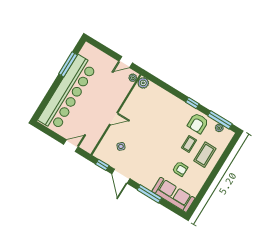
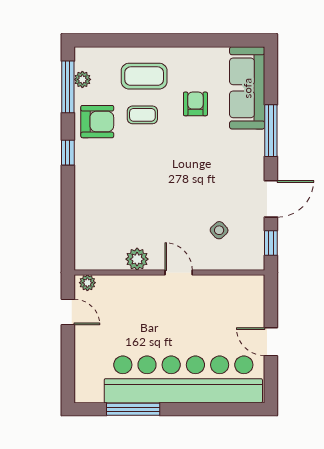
plant: (143, 83) -> (137, 259), moved
door: (71, 146) -> (271, 342), moved

